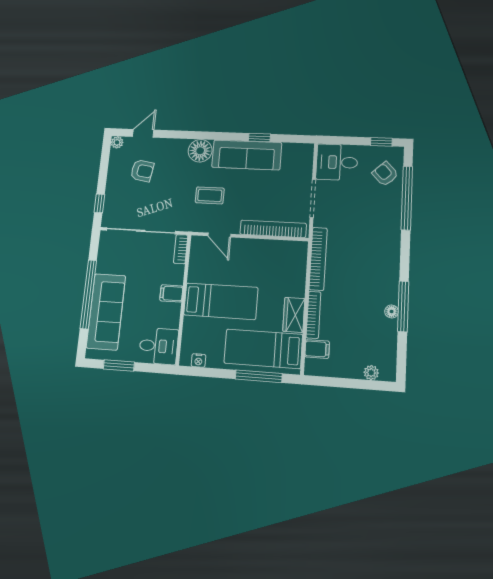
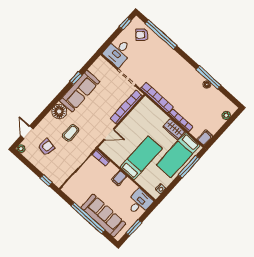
coffee table: (210, 195) -> (71, 133), moved
filing cabinet: (317, 349) -> (205, 138), moved

